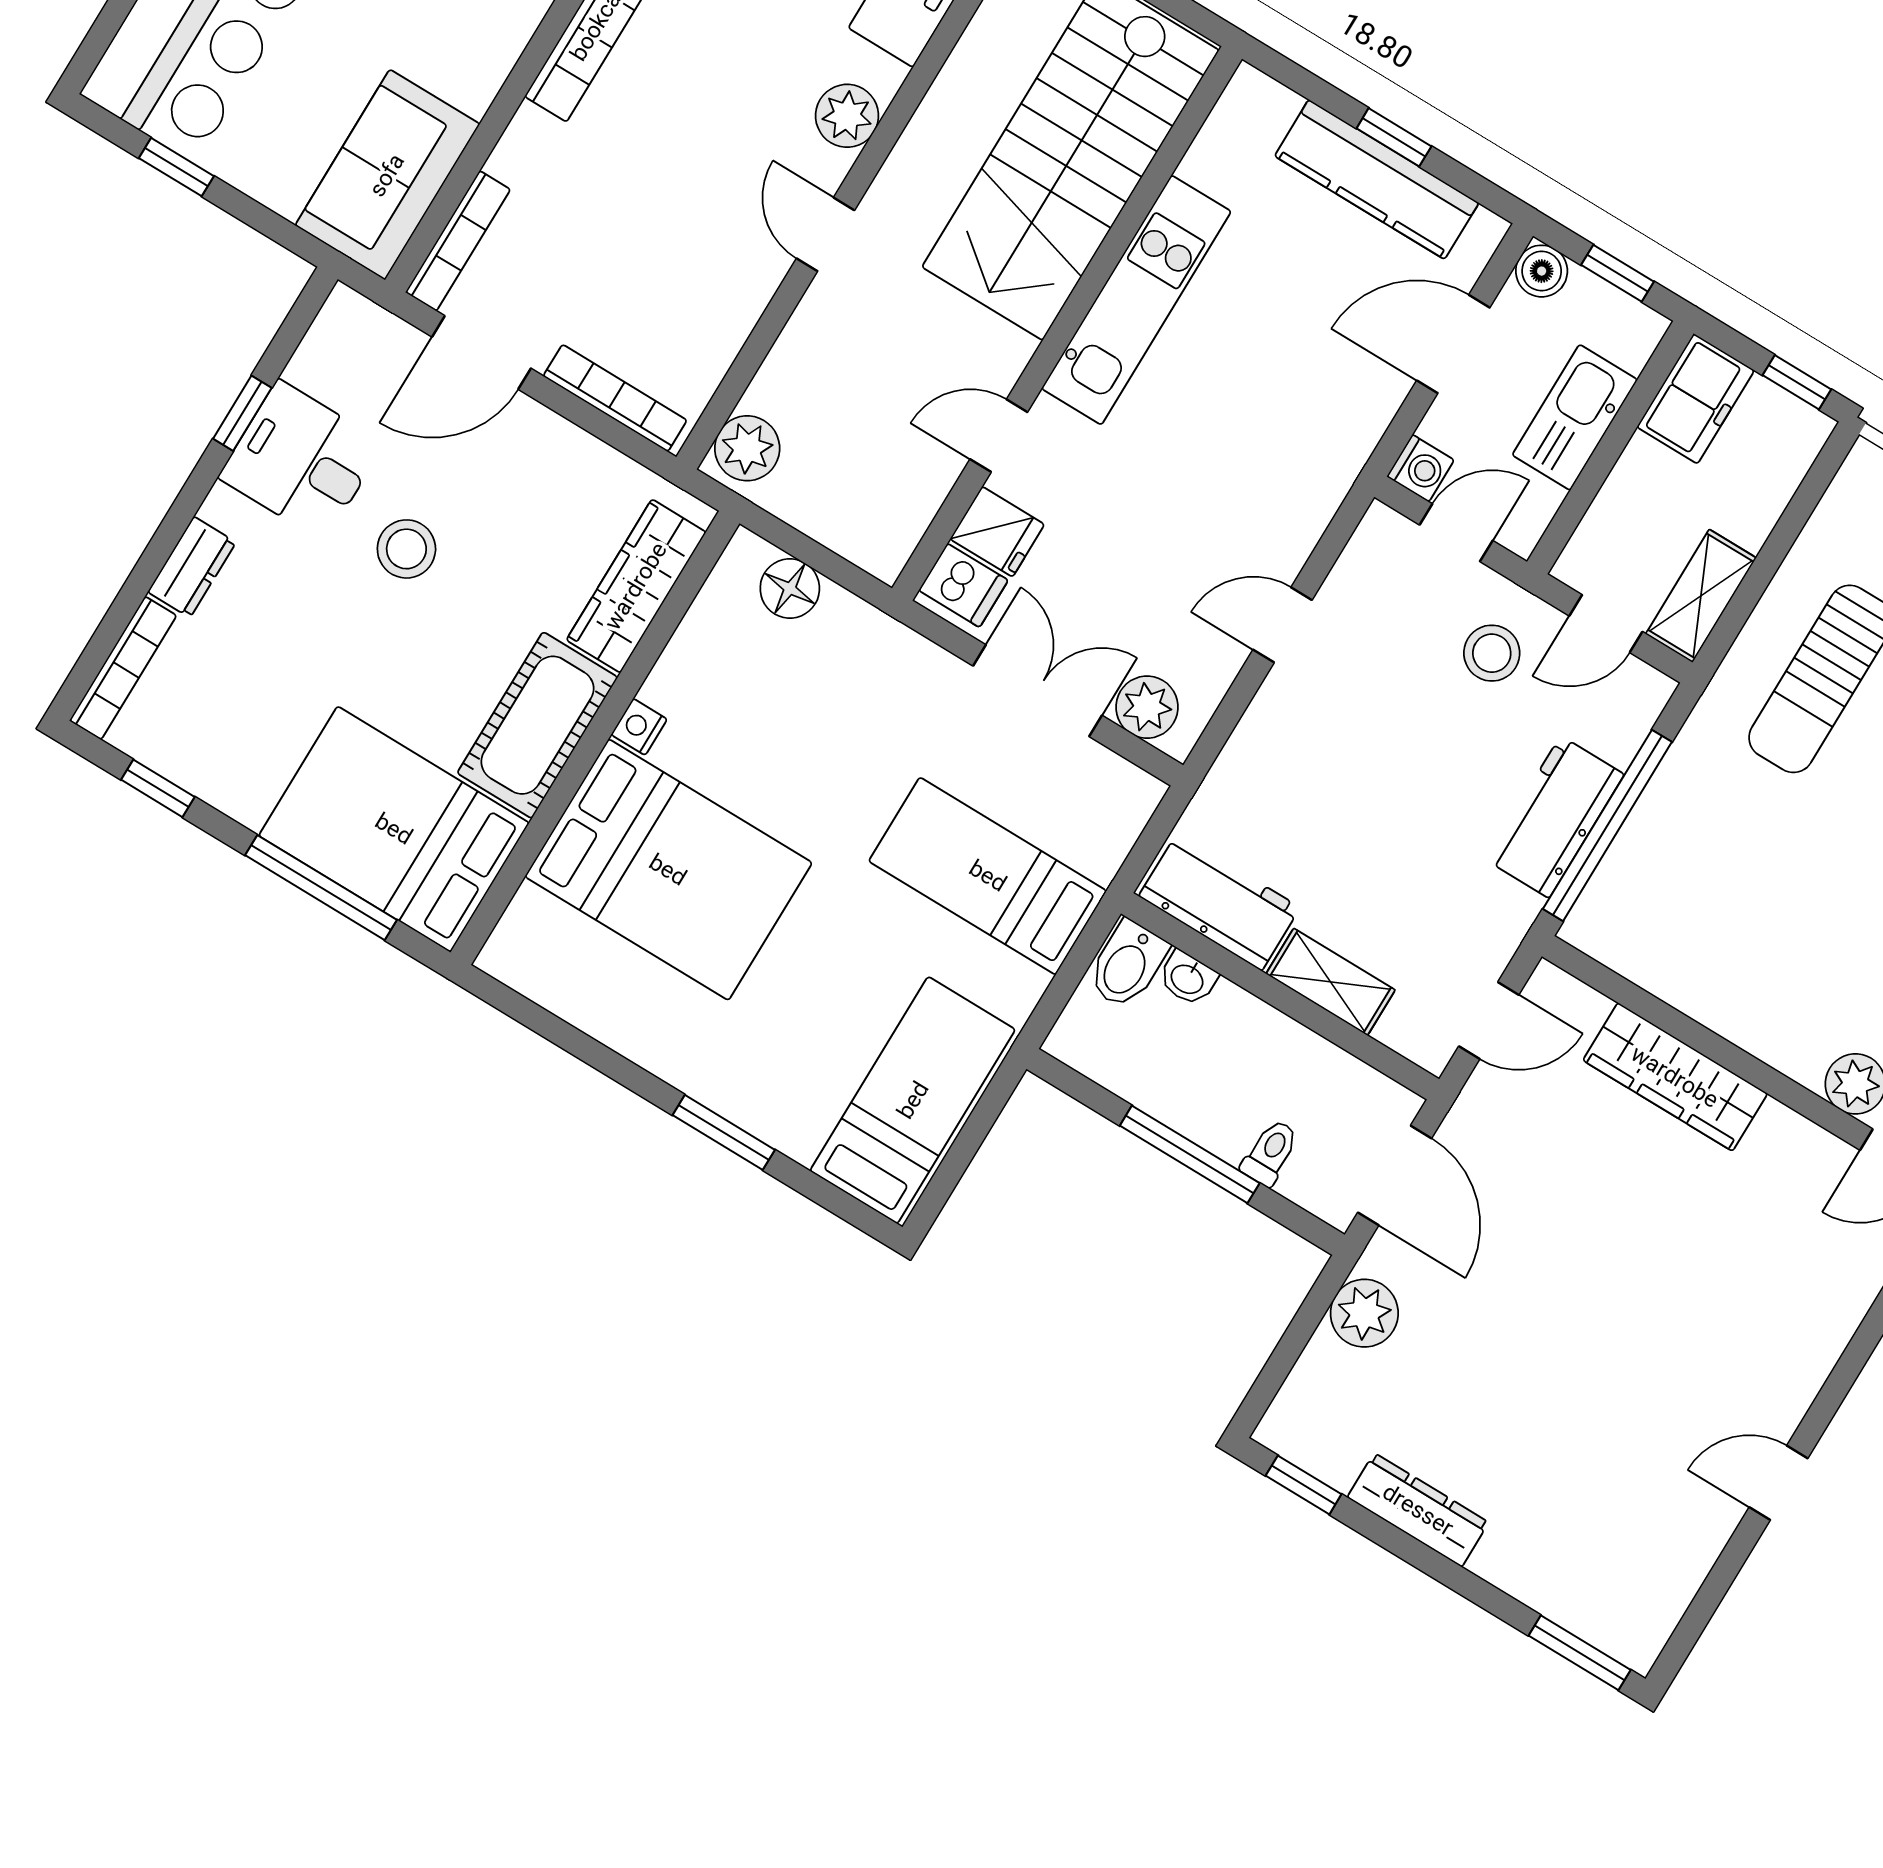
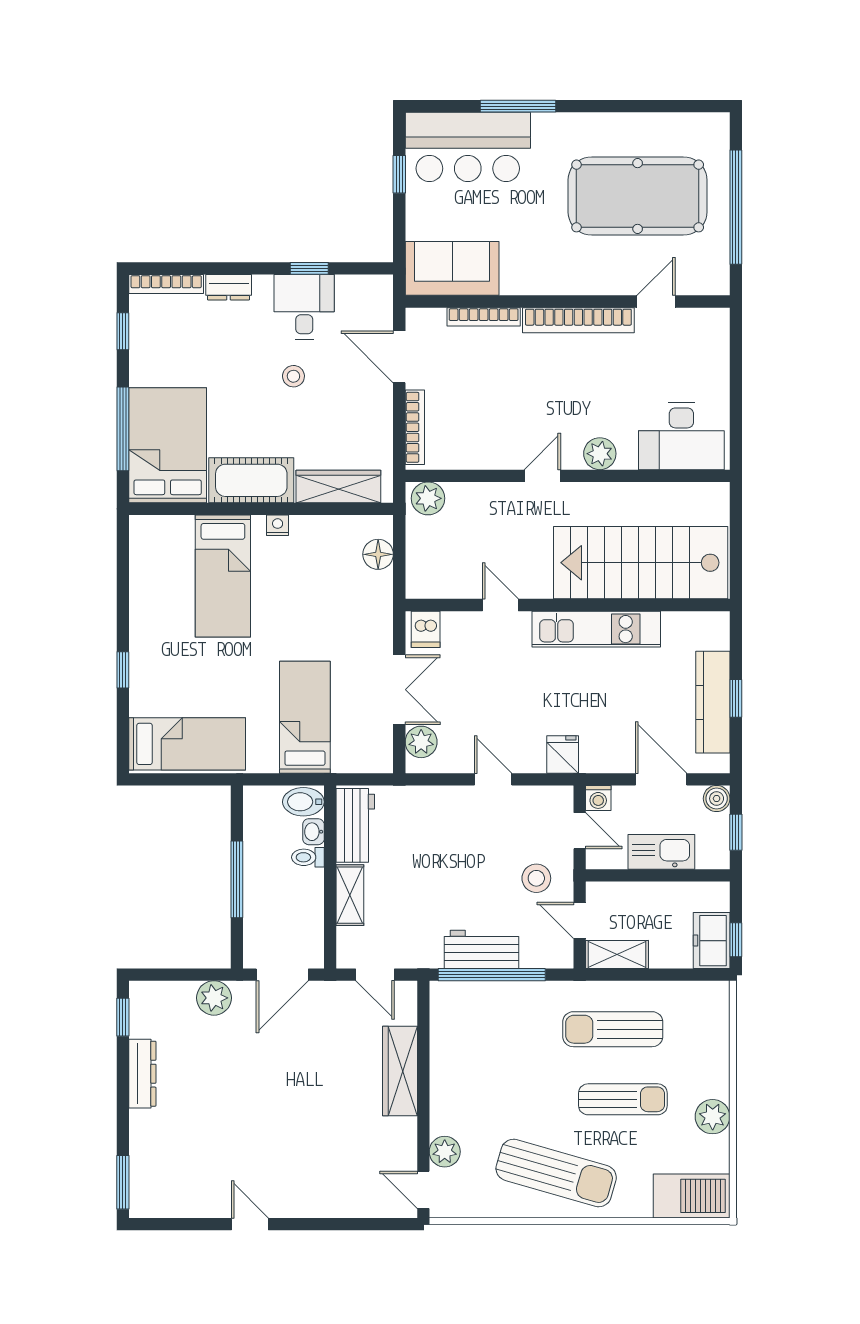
bookcase: (458, 241) -> (484, 317), moved
freezer: (1696, 399) -> (712, 941), moved, turned 90
fridge: (997, 532) -> (563, 754), moved, turned 180
stool: (406, 549) -> (293, 376), width x0.73, depth x0.73
bed: (668, 870) -> (223, 576), width x0.67
window: (724, 1132) -> (123, 670), width x0.67
toilet: (1270, 1153) -> (308, 857), moved, turned 180

